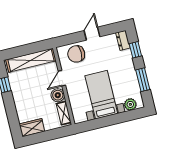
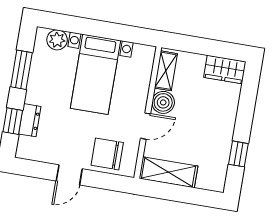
dresser: (123, 40) -> (30, 120), moved
chair: (76, 54) -> (107, 154), turned 180
shelving: (31, 60) -> (168, 172), width x0.68

